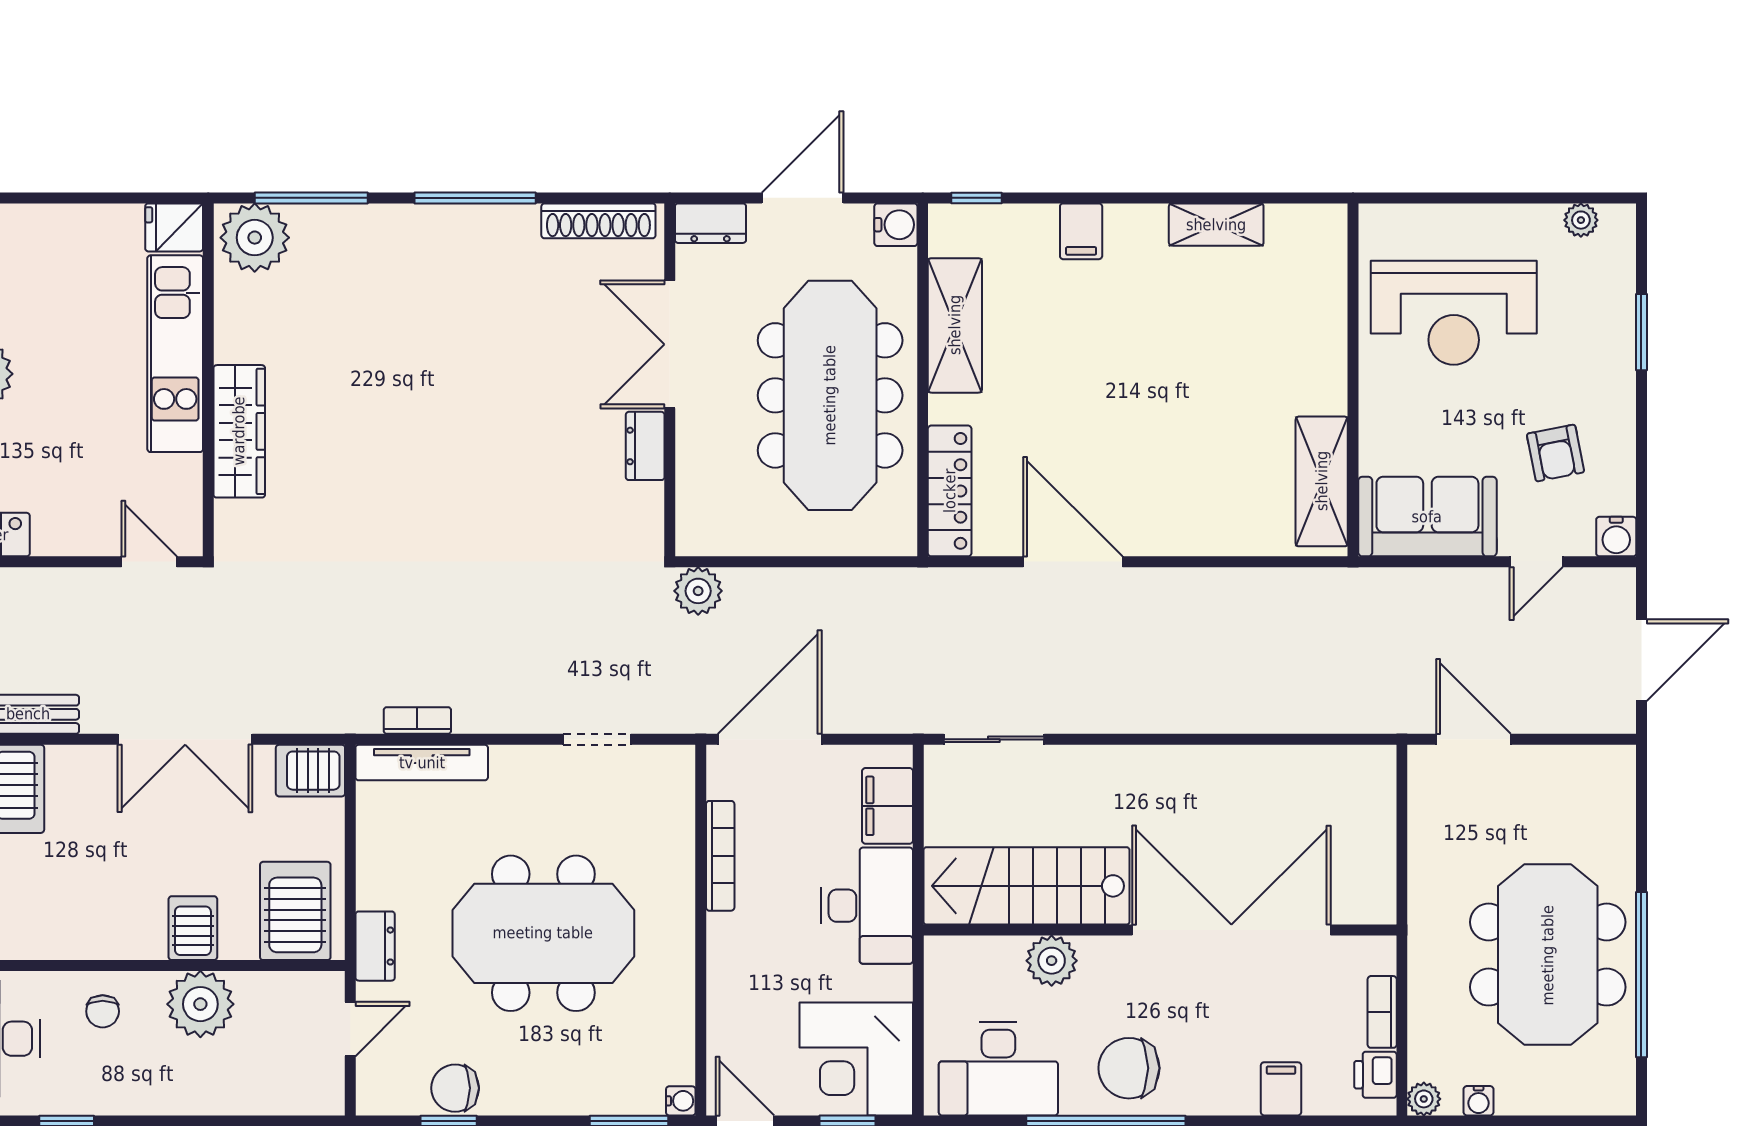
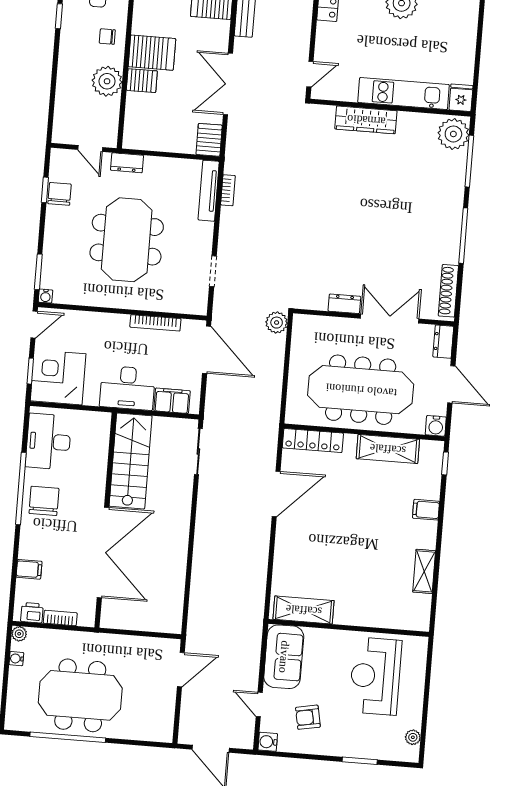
server rack: (295, 911) -> (152, 53), moved
plant: (1052, 961) -> (96, 470), removed

